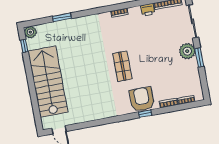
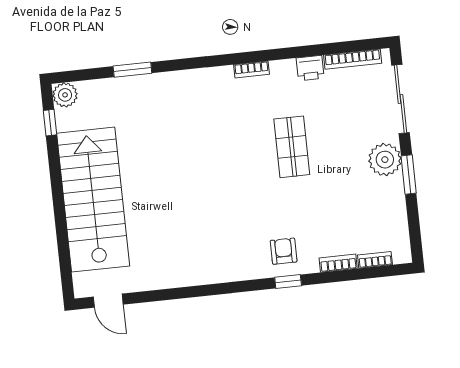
shop shelf: (122, 66) -> (292, 147), moved
armchair: (142, 99) -> (284, 251), width x0.53, depth x0.53

